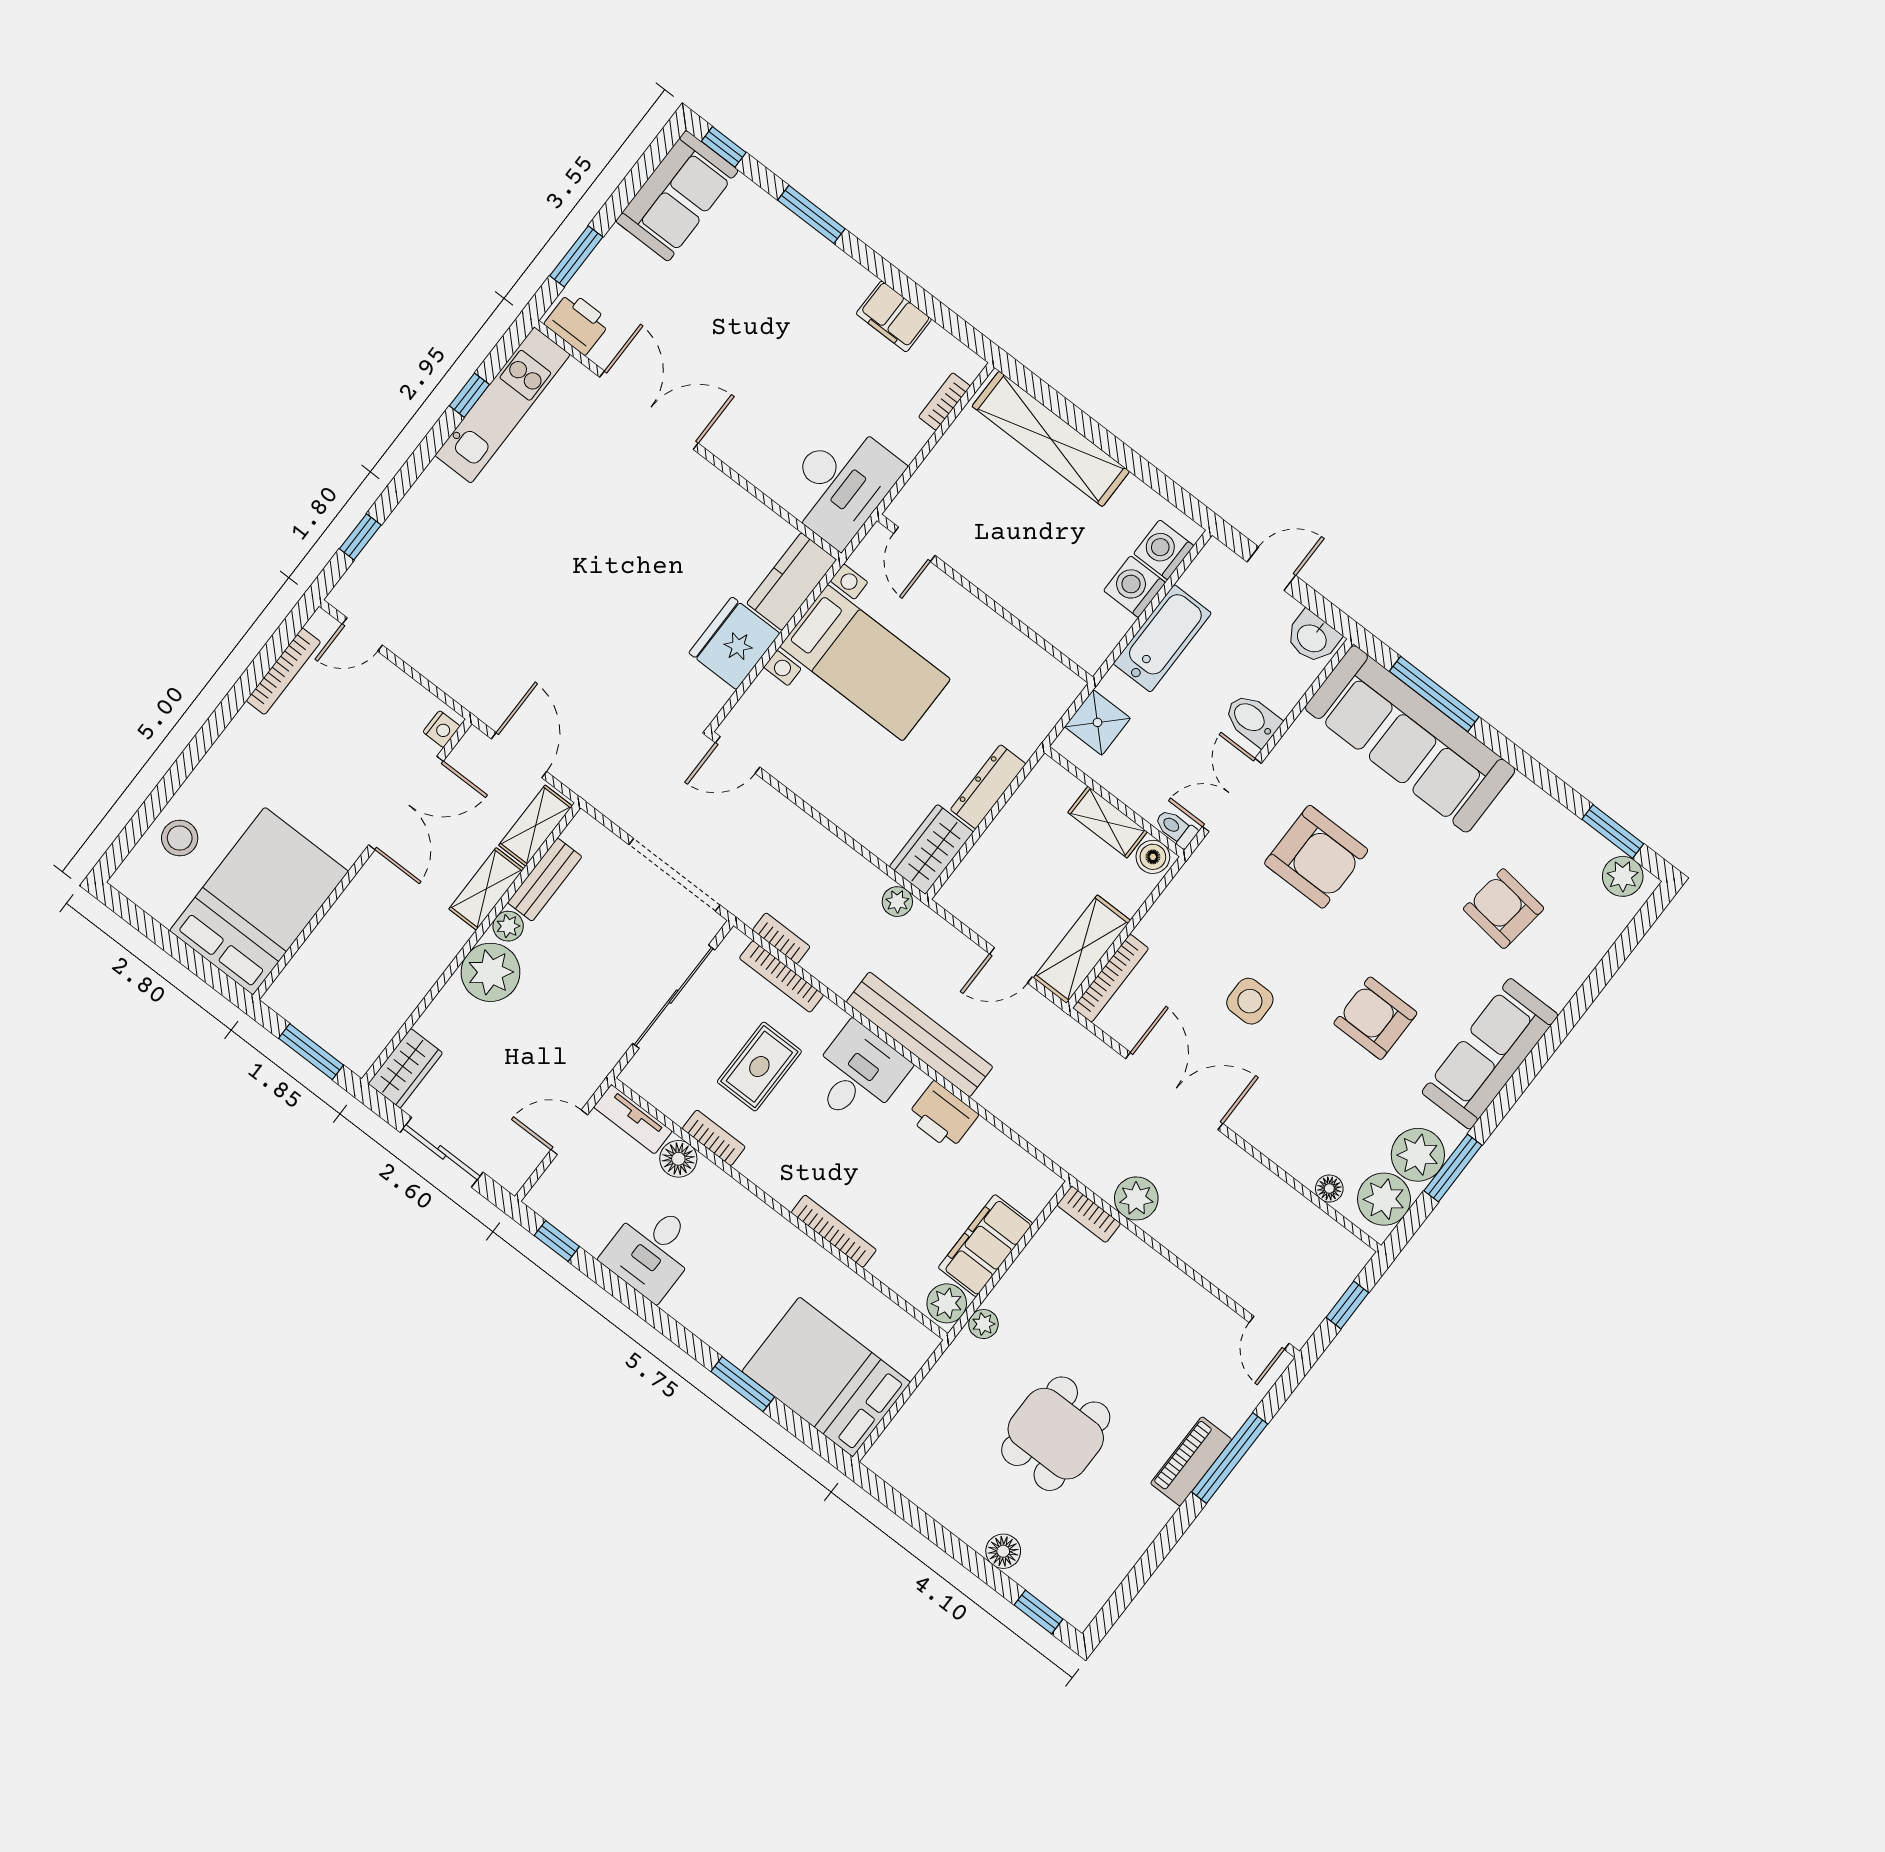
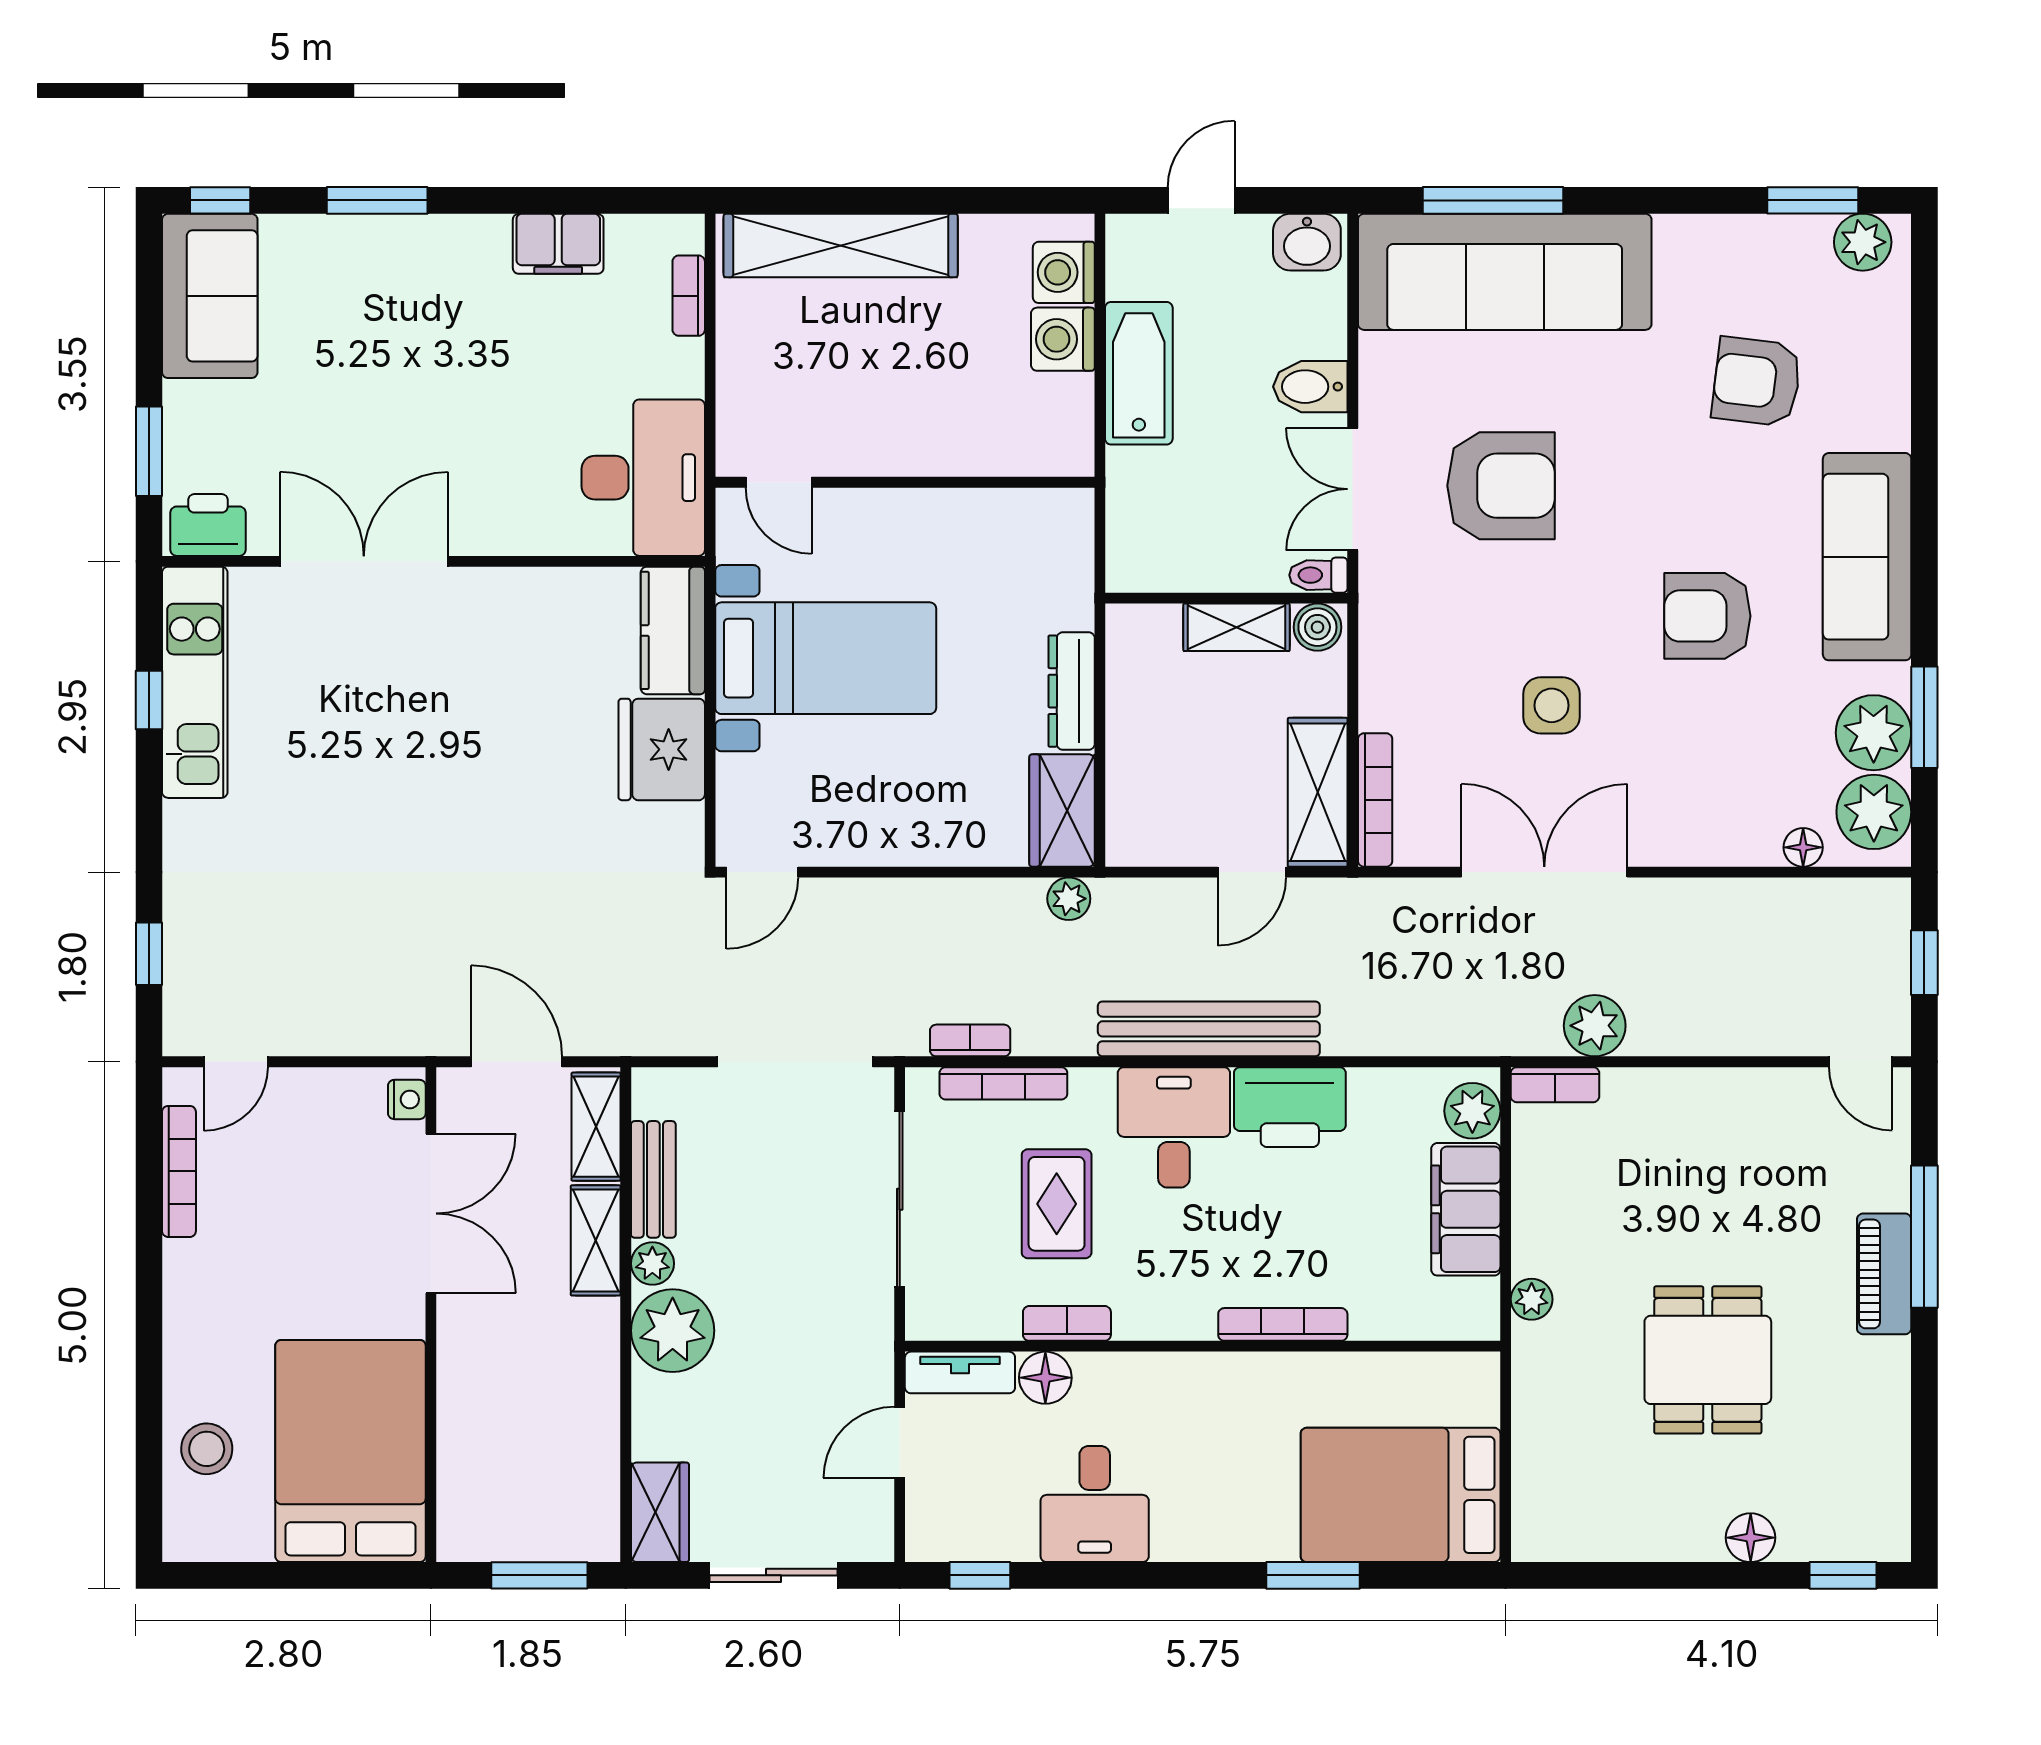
shower: (1097, 722) -> (1139, 524), removed
printer: (942, 1116) -> (1290, 1107), width x1.37, depth x1.19
plant: (947, 1303) -> (1472, 1111), moved

